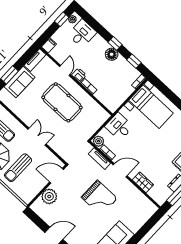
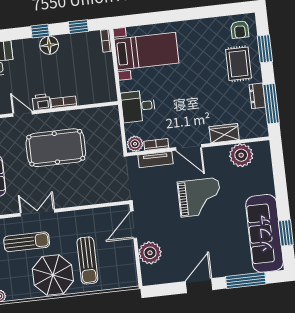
double door: (37, 137) -> (37, 213), moved
door: (120, 170) -> (189, 147), swing flipped
plant: (139, 201) -> (241, 155), added

